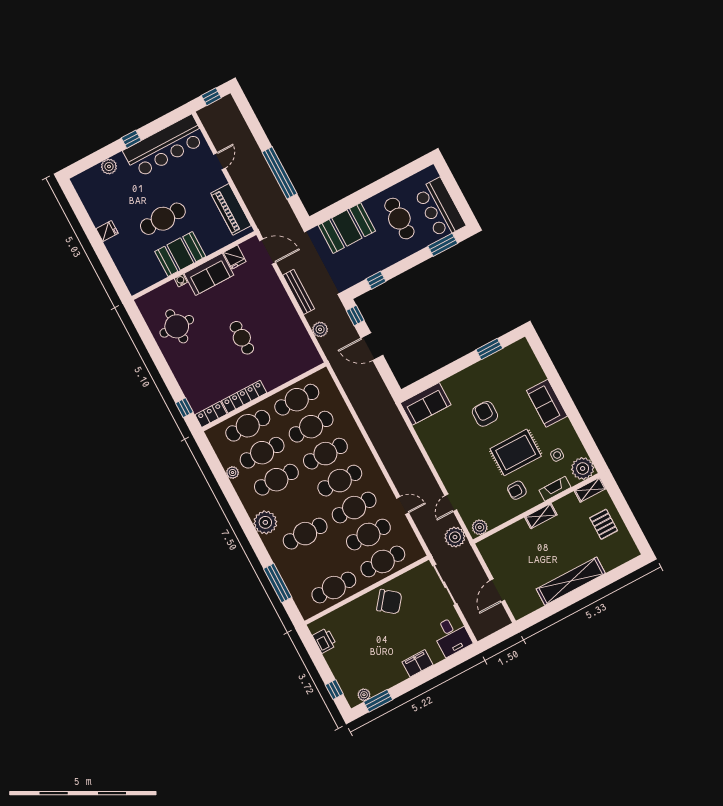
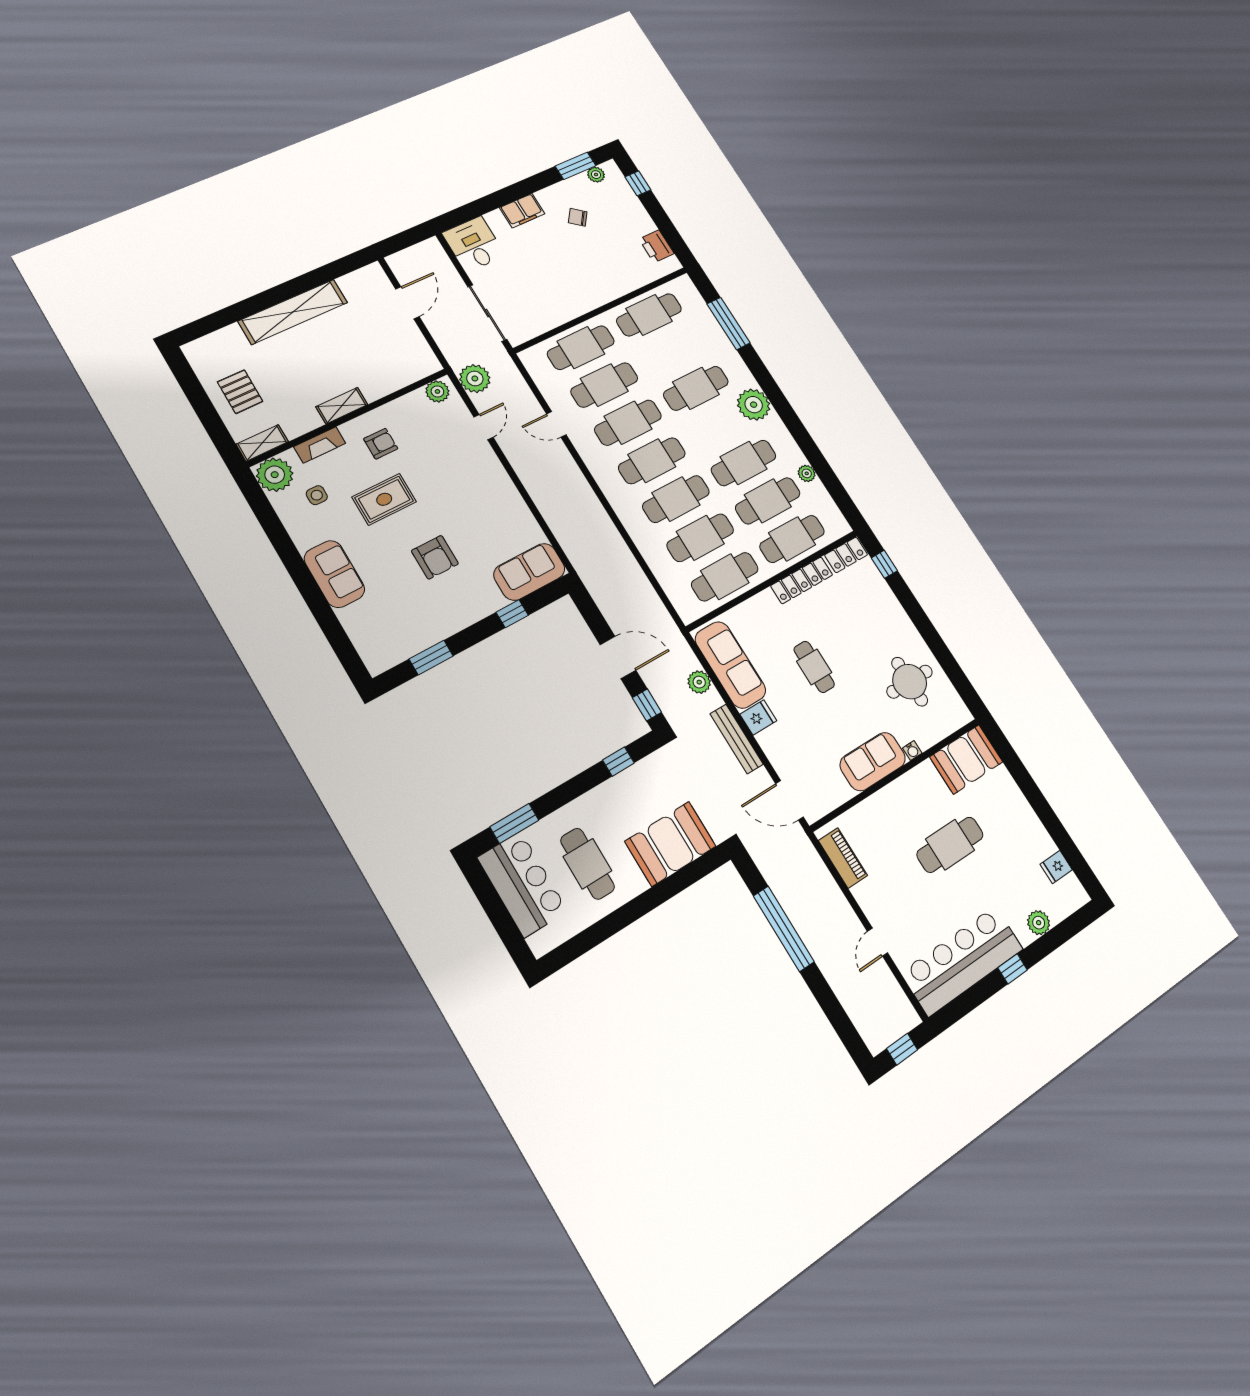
piano: (231, 209) -> (843, 858), width x0.73, depth x0.75
fridge: (107, 231) -> (1056, 867), moved
booth: (180, 254) -> (966, 759), moved
fridge: (235, 257) -> (758, 717), moved, turned 90
sofa: (298, 340) -> (730, 665), added
window: (438, 376) -> (512, 614), added
rug: (516, 452) -> (384, 499), width x0.73, depth x0.70
chair: (389, 602) -> (578, 217), moved, width x0.54, depth x0.54

